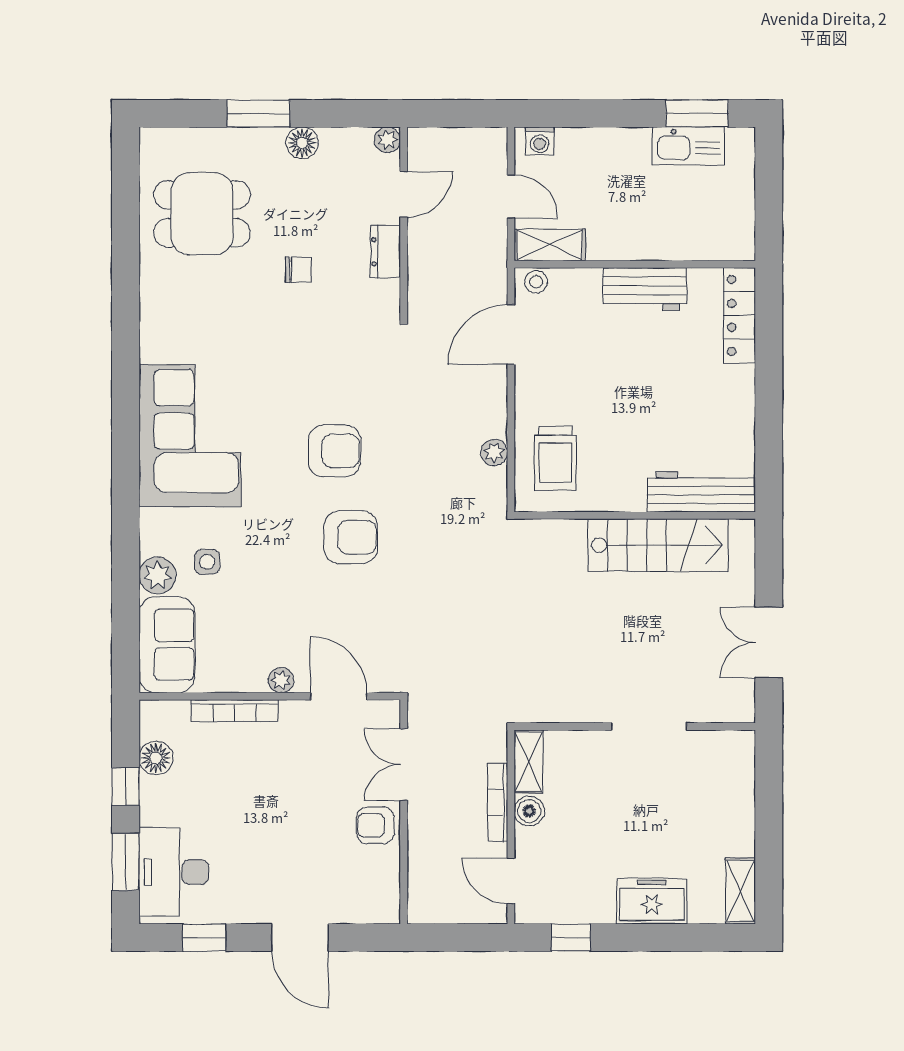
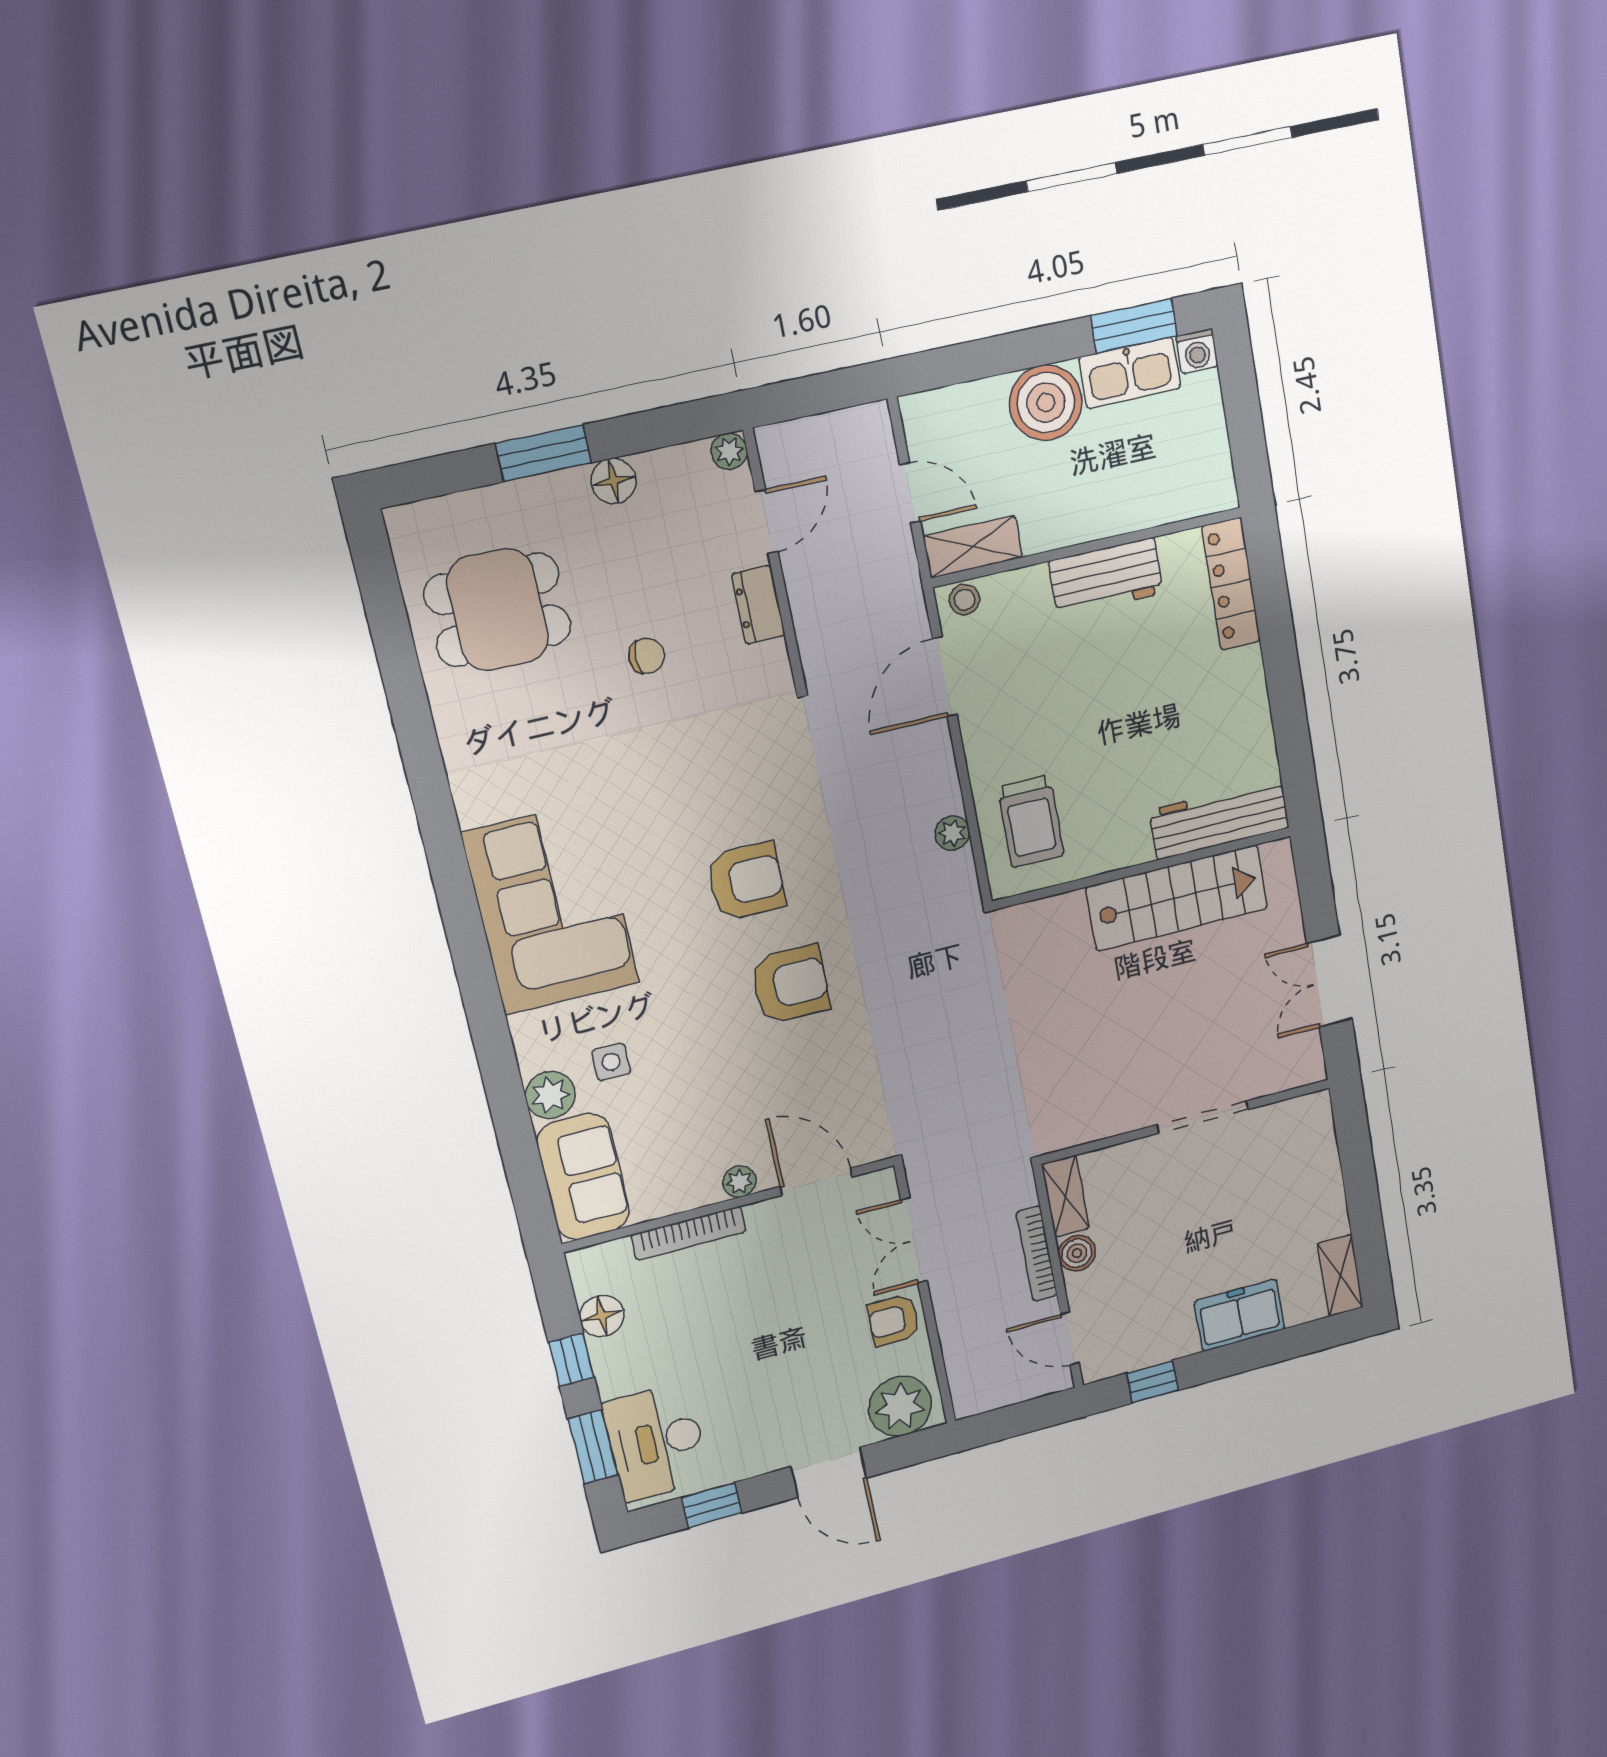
washing machine: (540, 141) -> (1197, 351), moved
boiler: (622, 154) -> (1046, 403), added
plant: (366, 899) -> (900, 1406), added

